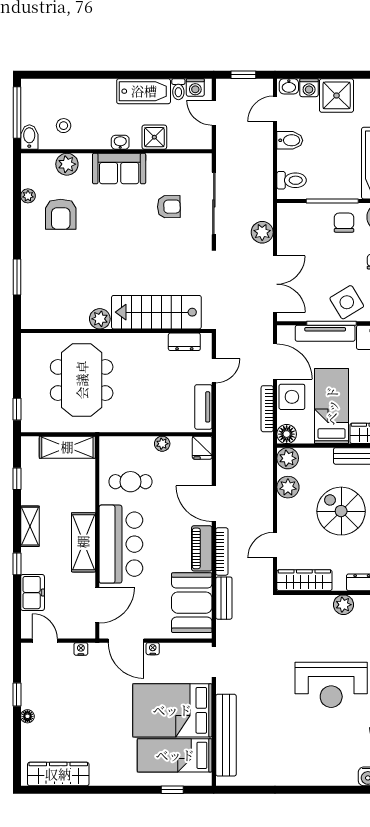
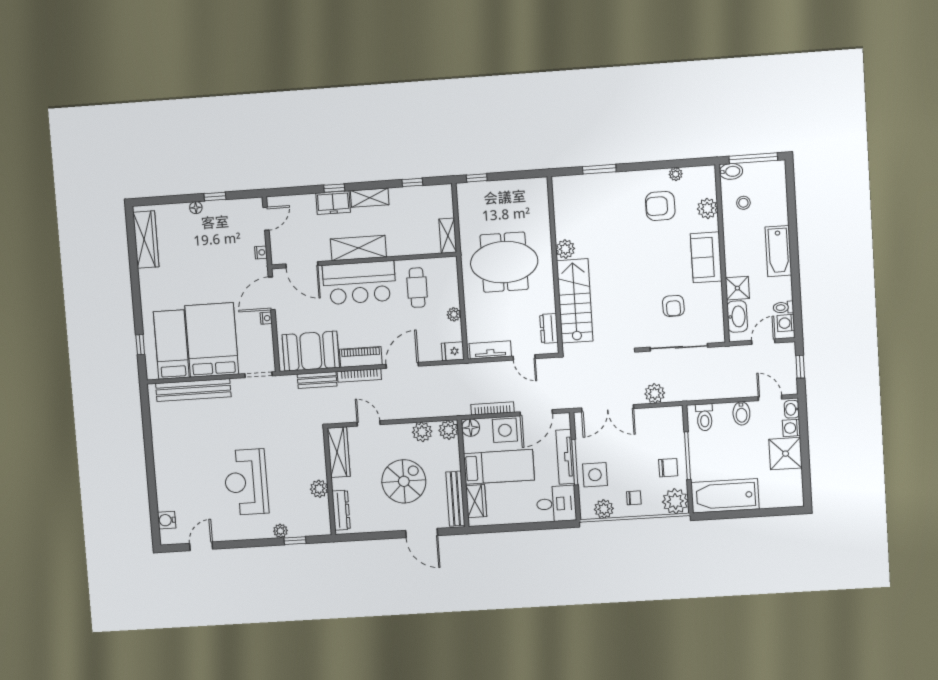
bathtub: (144, 91) -> (778, 251), moved
washbasin: (120, 142) -> (737, 316), moved, width x1.91, depth x1.45
side table: (347, 302) -> (595, 475), turned 31
meeting table: (82, 380) -> (504, 262), moved
shelving: (67, 447) -> (448, 236), width x0.67, depth x0.75
freezer: (33, 593) -> (333, 203), moved

